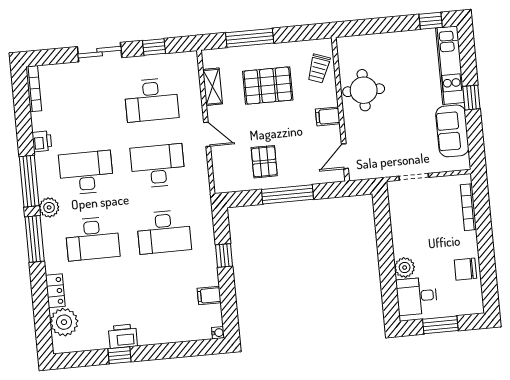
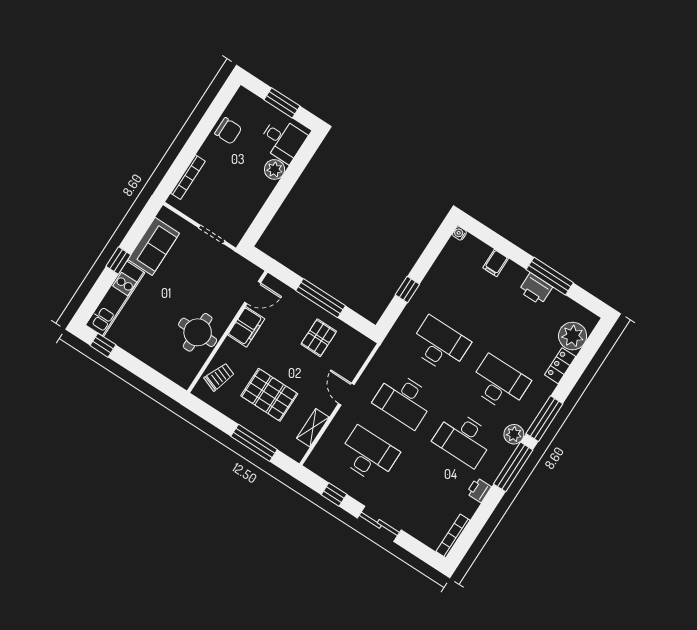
filing cabinet: (328, 116) -> (246, 327), width x2.00
filing cabinet: (209, 296) -> (496, 263), moved, turned 90
window: (120, 355) -> (550, 276), width x2.17

